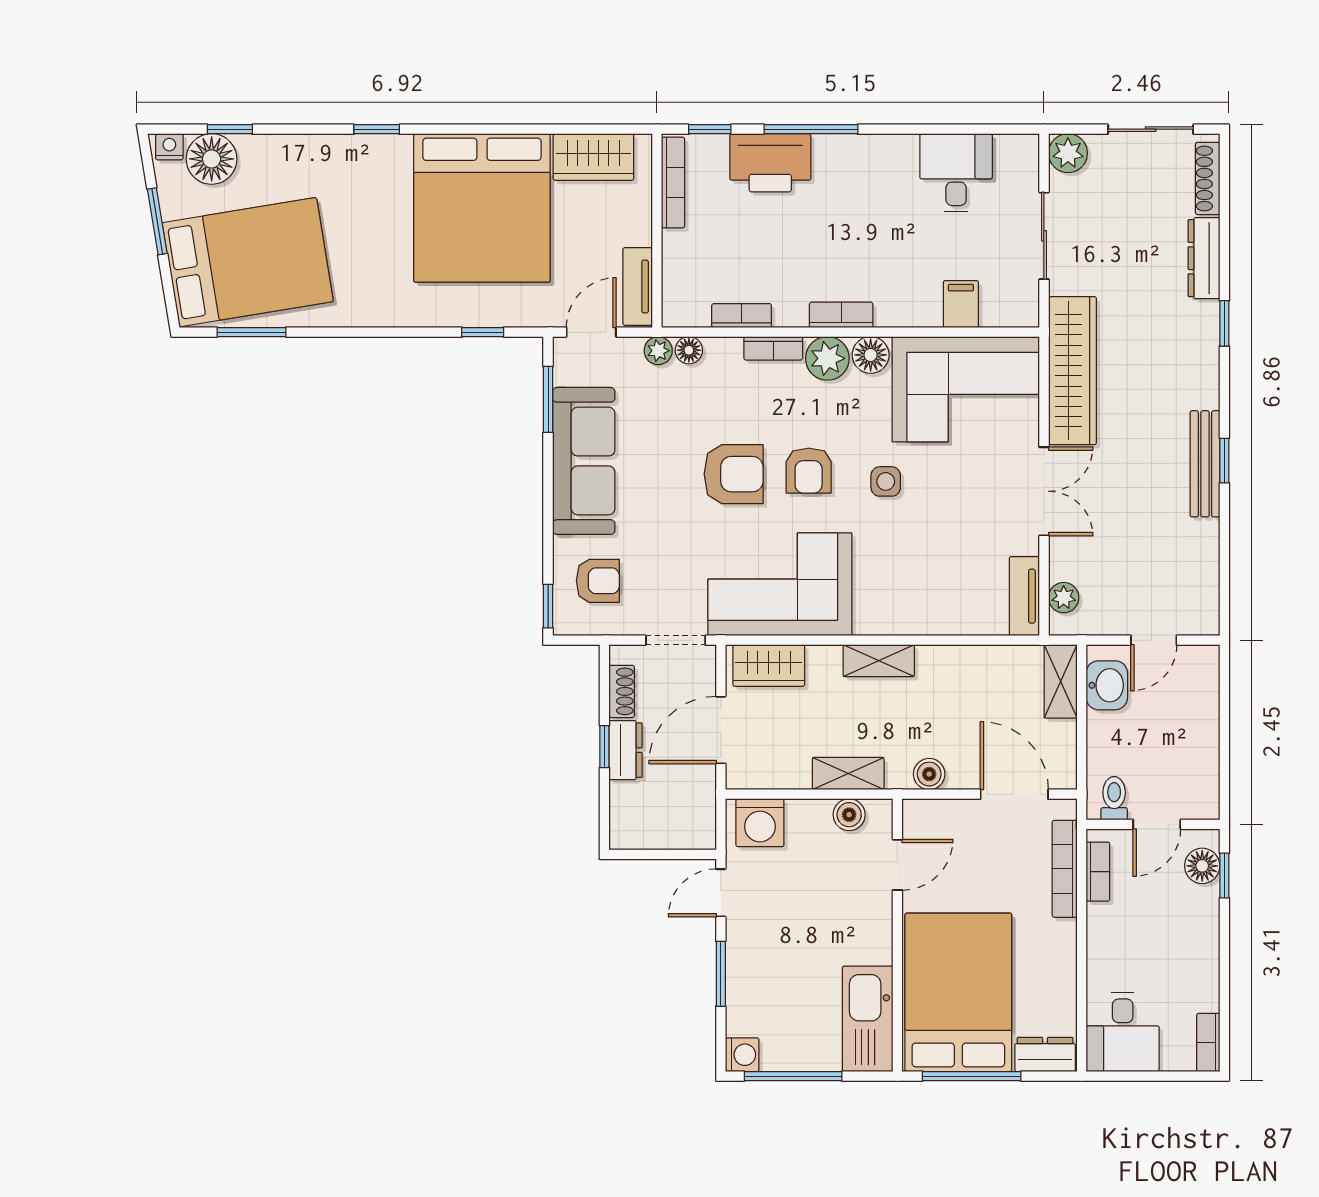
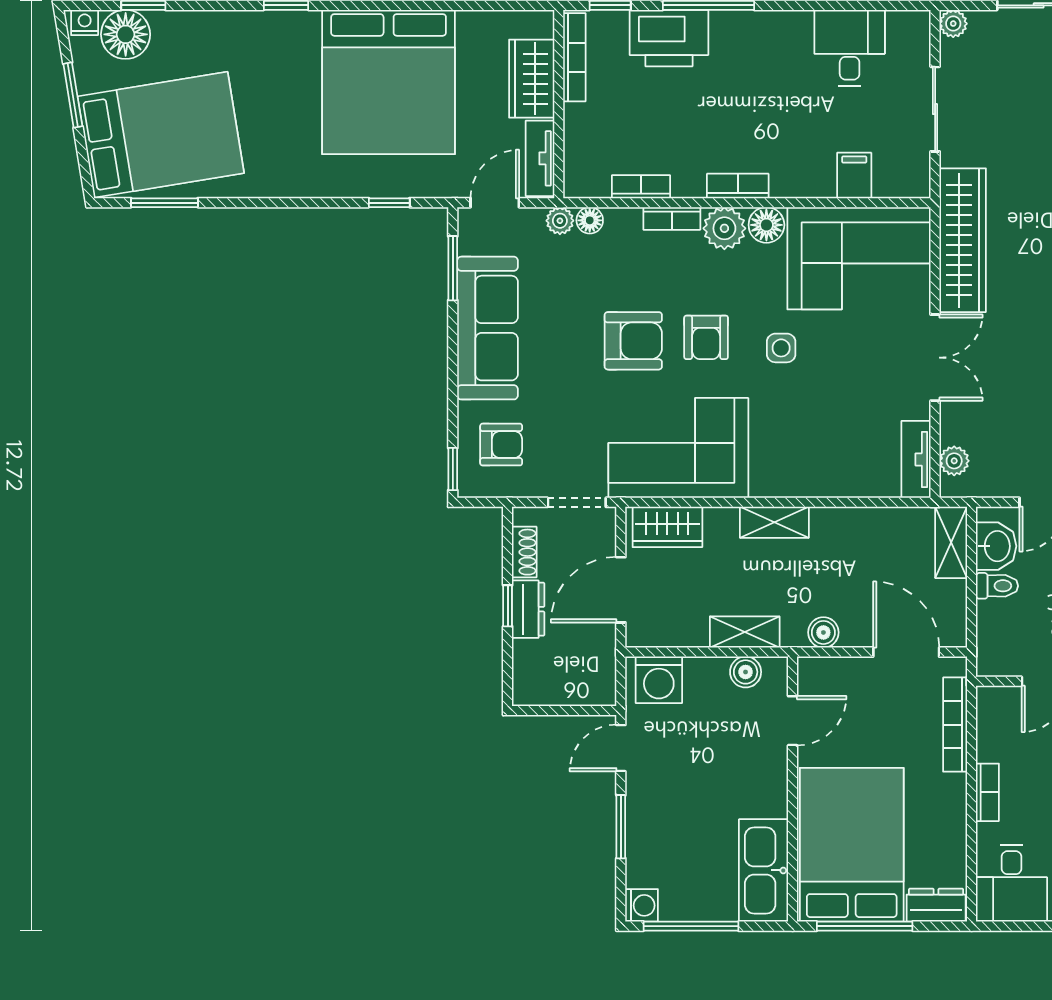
plant: (1068, 153) -> (953, 24), width x0.73, depth x0.73
wardrobe: (593, 157) -> (532, 79), moved, turned 90
toilet: (1114, 798) -> (997, 586), moved, turned 90
bookcase: (1098, 872) -> (987, 792), moved

